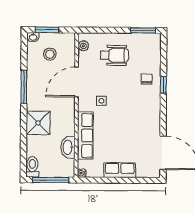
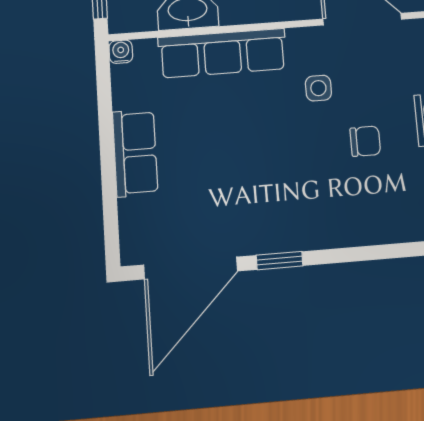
chair: (147, 79) -> (365, 141), moved
window: (163, 85) -> (280, 261), moved

